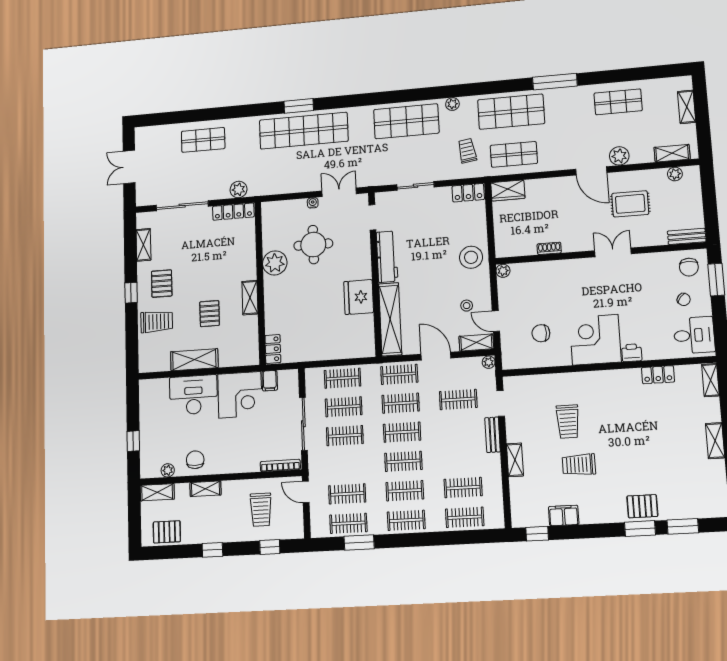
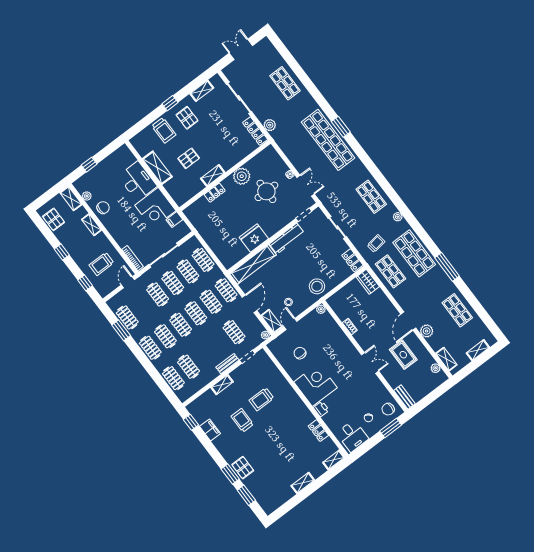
shop shelf: (406, 121) -> (371, 197), width x0.70, depth x0.74
pallet: (162, 284) -> (187, 118), turned 90
locker: (273, 349) -> (215, 193), moved
clothes rail: (347, 494) -> (158, 294), moved

